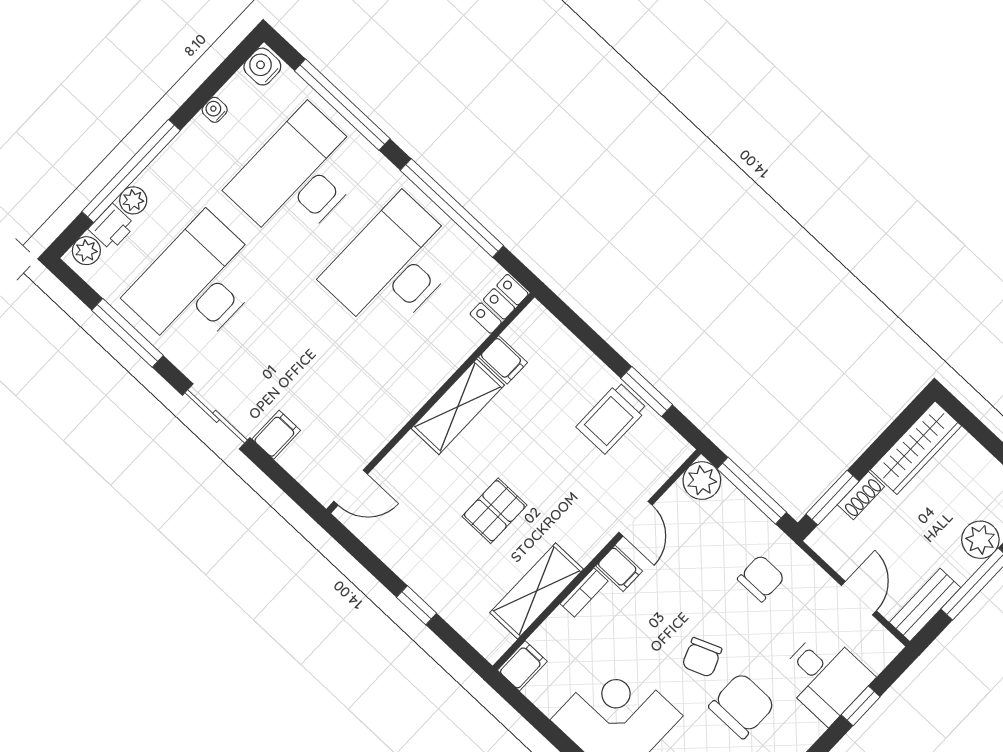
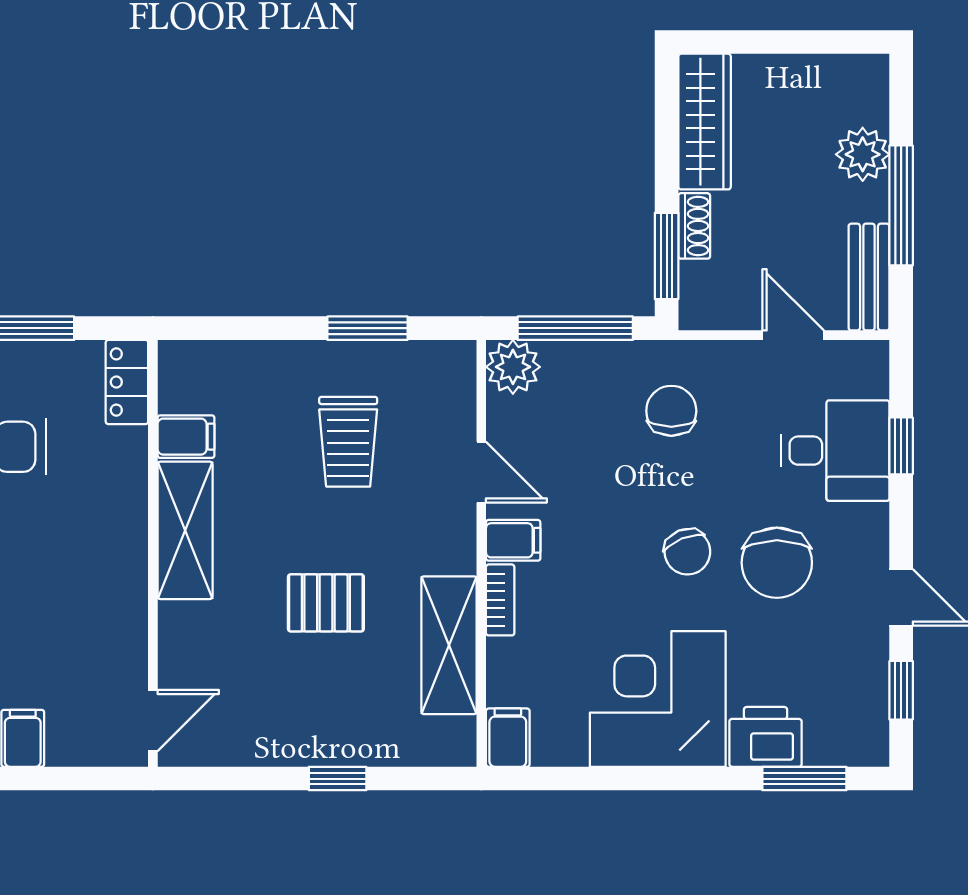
trolley: (612, 418) -> (348, 442), moved
pallet: (494, 511) -> (326, 603), turned 90
chair: (742, 706) -> (777, 563), turned 180

